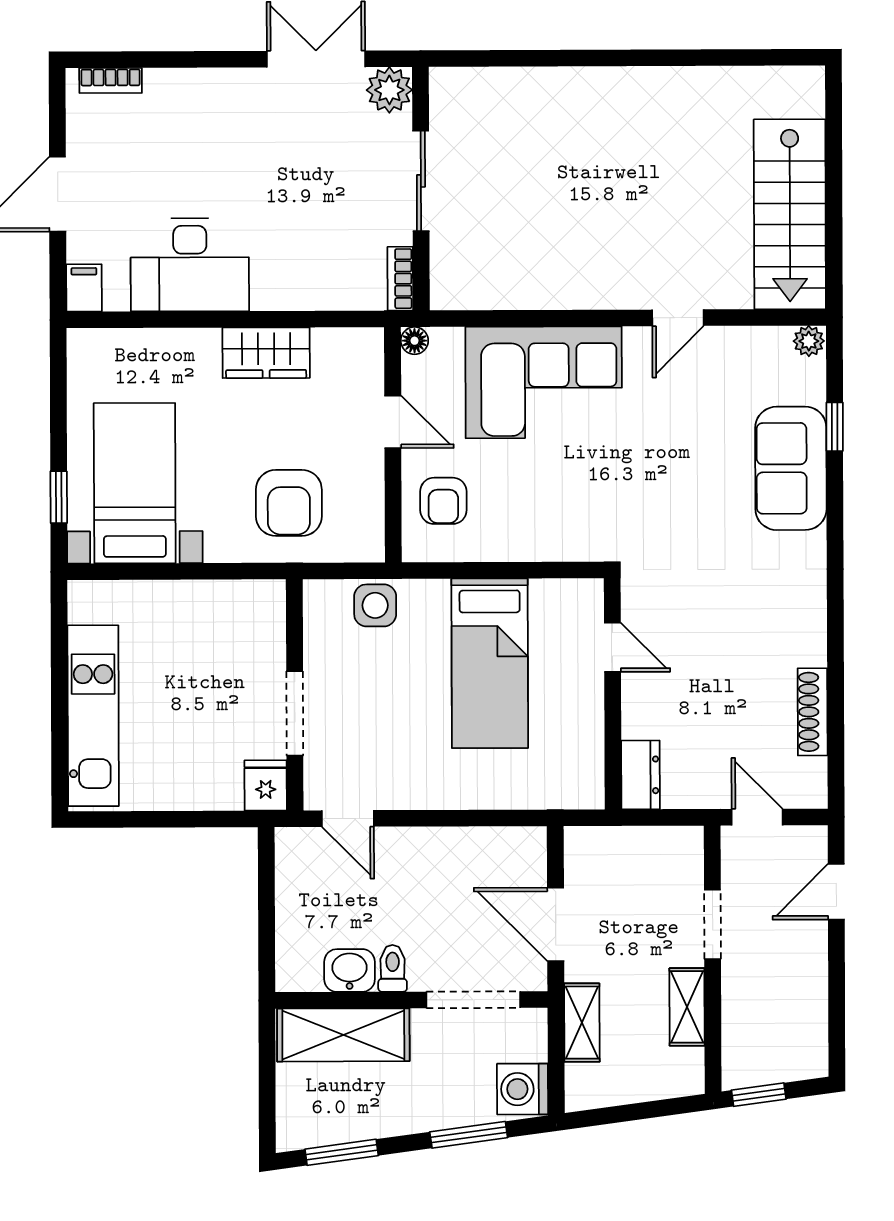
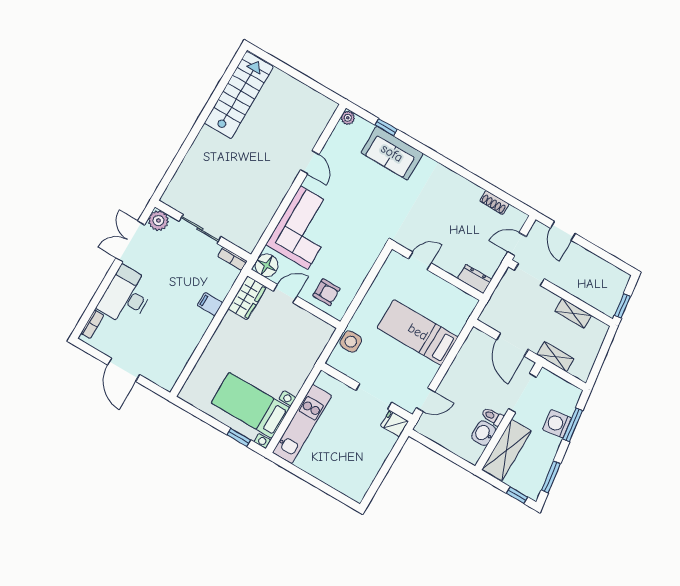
stairs: (790, 214) -> (239, 95), moved, turned -90
desk: (190, 265) -> (126, 296), moved, turned 180
filing cabinet: (84, 288) -> (210, 304), moved
floor lamp: (415, 341) -> (267, 265), width x1.89, depth x1.89
wardrobe: (266, 353) -> (247, 298), moved
armchair: (289, 503) -> (293, 351), removed
bed: (490, 663) -> (418, 332), moved, turned 180
shoe rack: (813, 712) -> (494, 202), width x0.70
kitchen unit: (93, 716) -> (302, 424), moved, turned 90
door: (556, 924) -> (512, 345), hinge flipped
doorway: (713, 924) -> (529, 275), moved
washing machine: (523, 1089) -> (557, 424), moved, turned 82
window: (267, 1107) -> (517, 495), added

